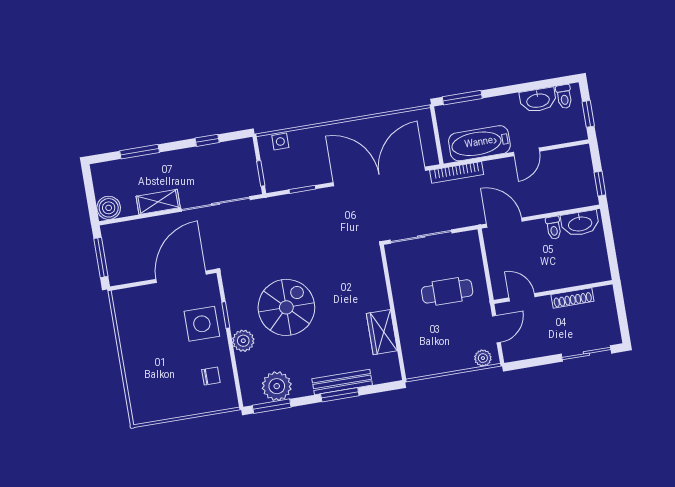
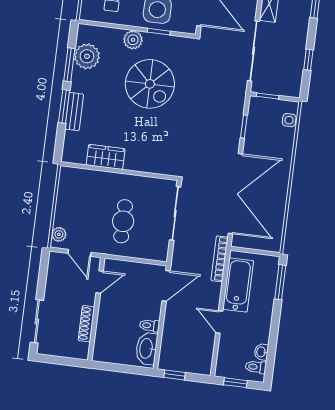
washbasin: (538, 100) -> (261, 352), width x0.52, depth x0.69
bench: (342, 382) -> (74, 112), width x0.73
window: (272, 406) -> (69, 65), moved

